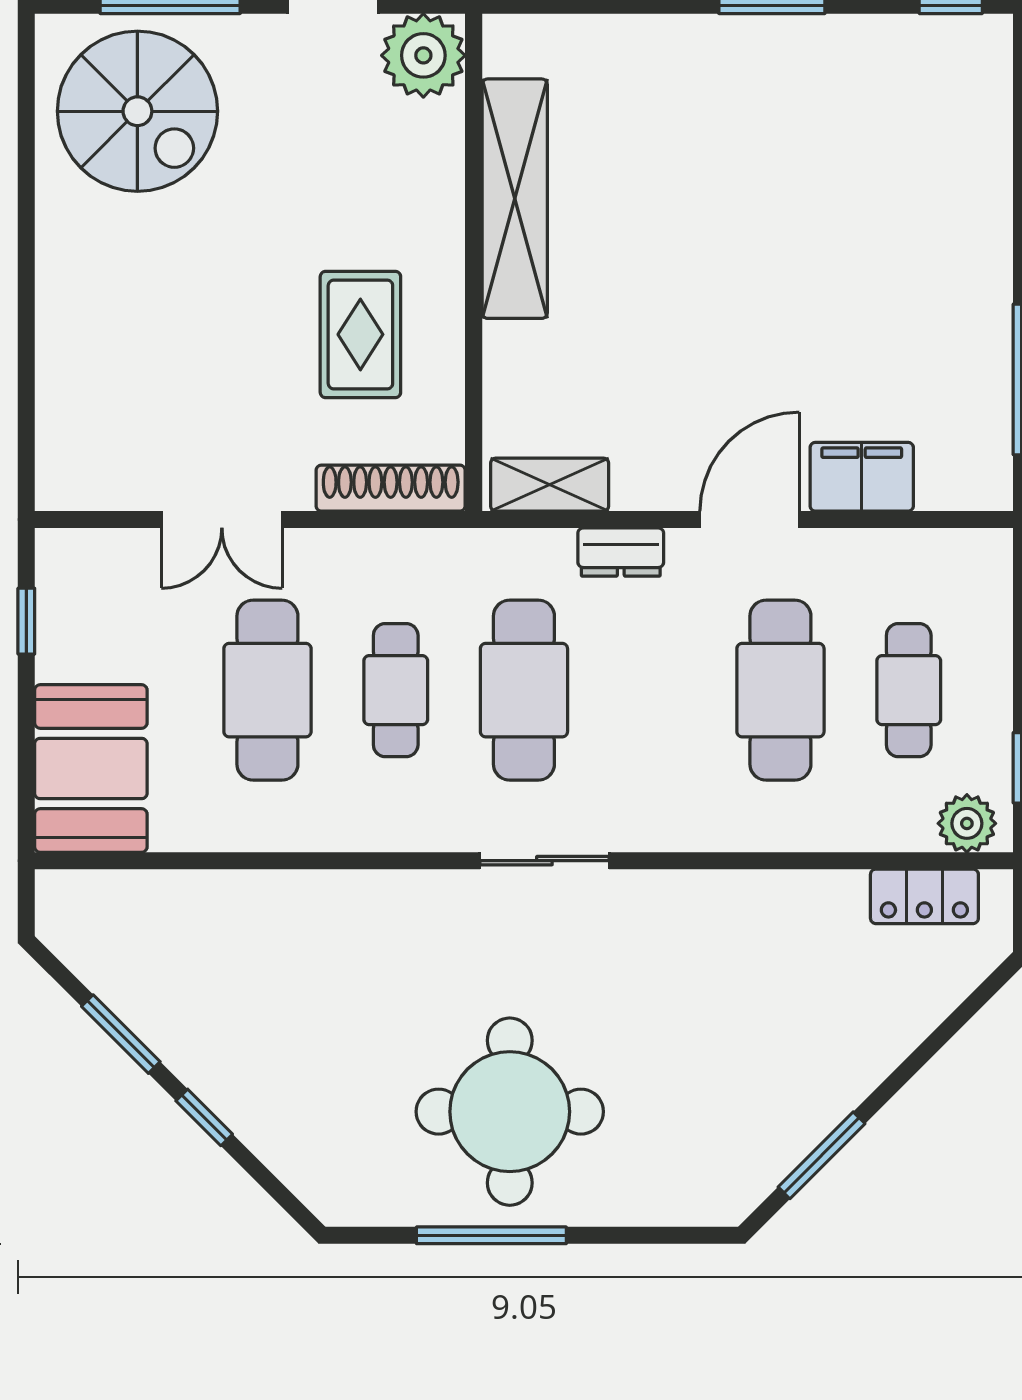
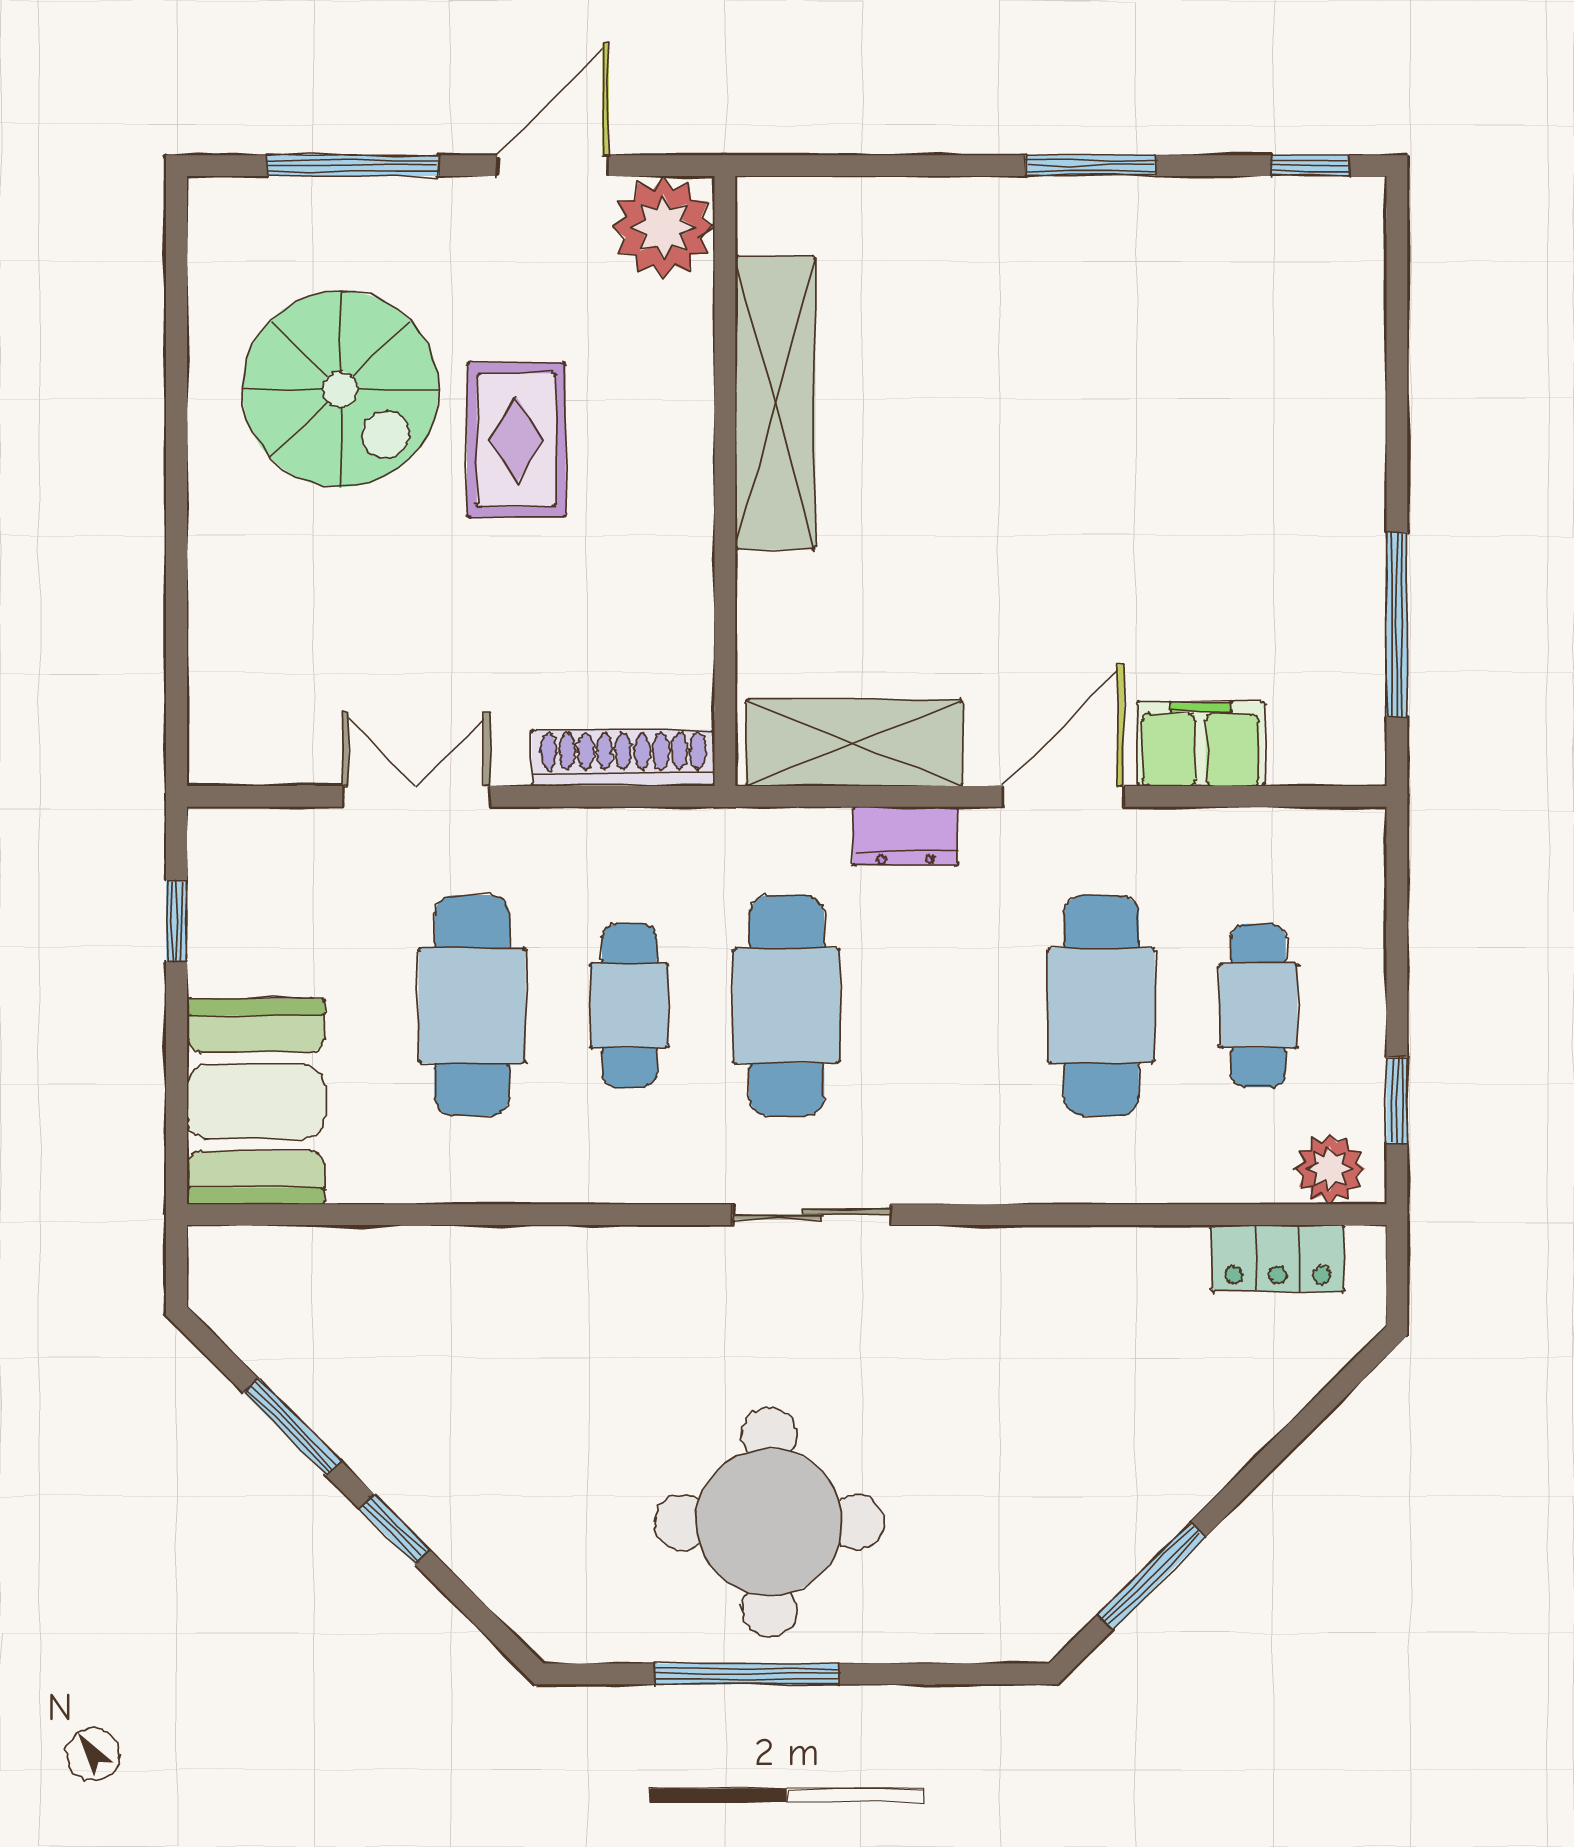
spiral stairs: (137, 111) -> (340, 389), moved
rug: (360, 334) -> (516, 440), moved
shelving: (550, 485) -> (854, 743), width x1.50, depth x1.33
double door: (222, 520) -> (416, 796), swing flipped

